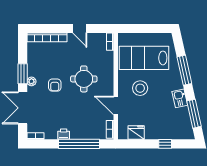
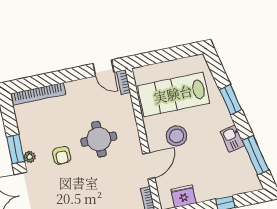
door: (80, 28) -> (104, 68), moved
window: (184, 70) -> (231, 100), width x0.69
door: (116, 105) -> (149, 166), swing flipped

